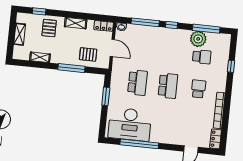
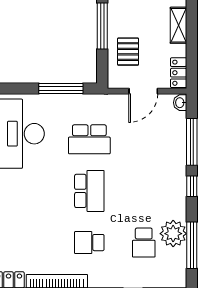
school desk: (168, 86) -> (89, 191), turned -90
school desk: (198, 89) -> (89, 243), turned 180
window: (106, 96) -> (61, 89), width x1.44

